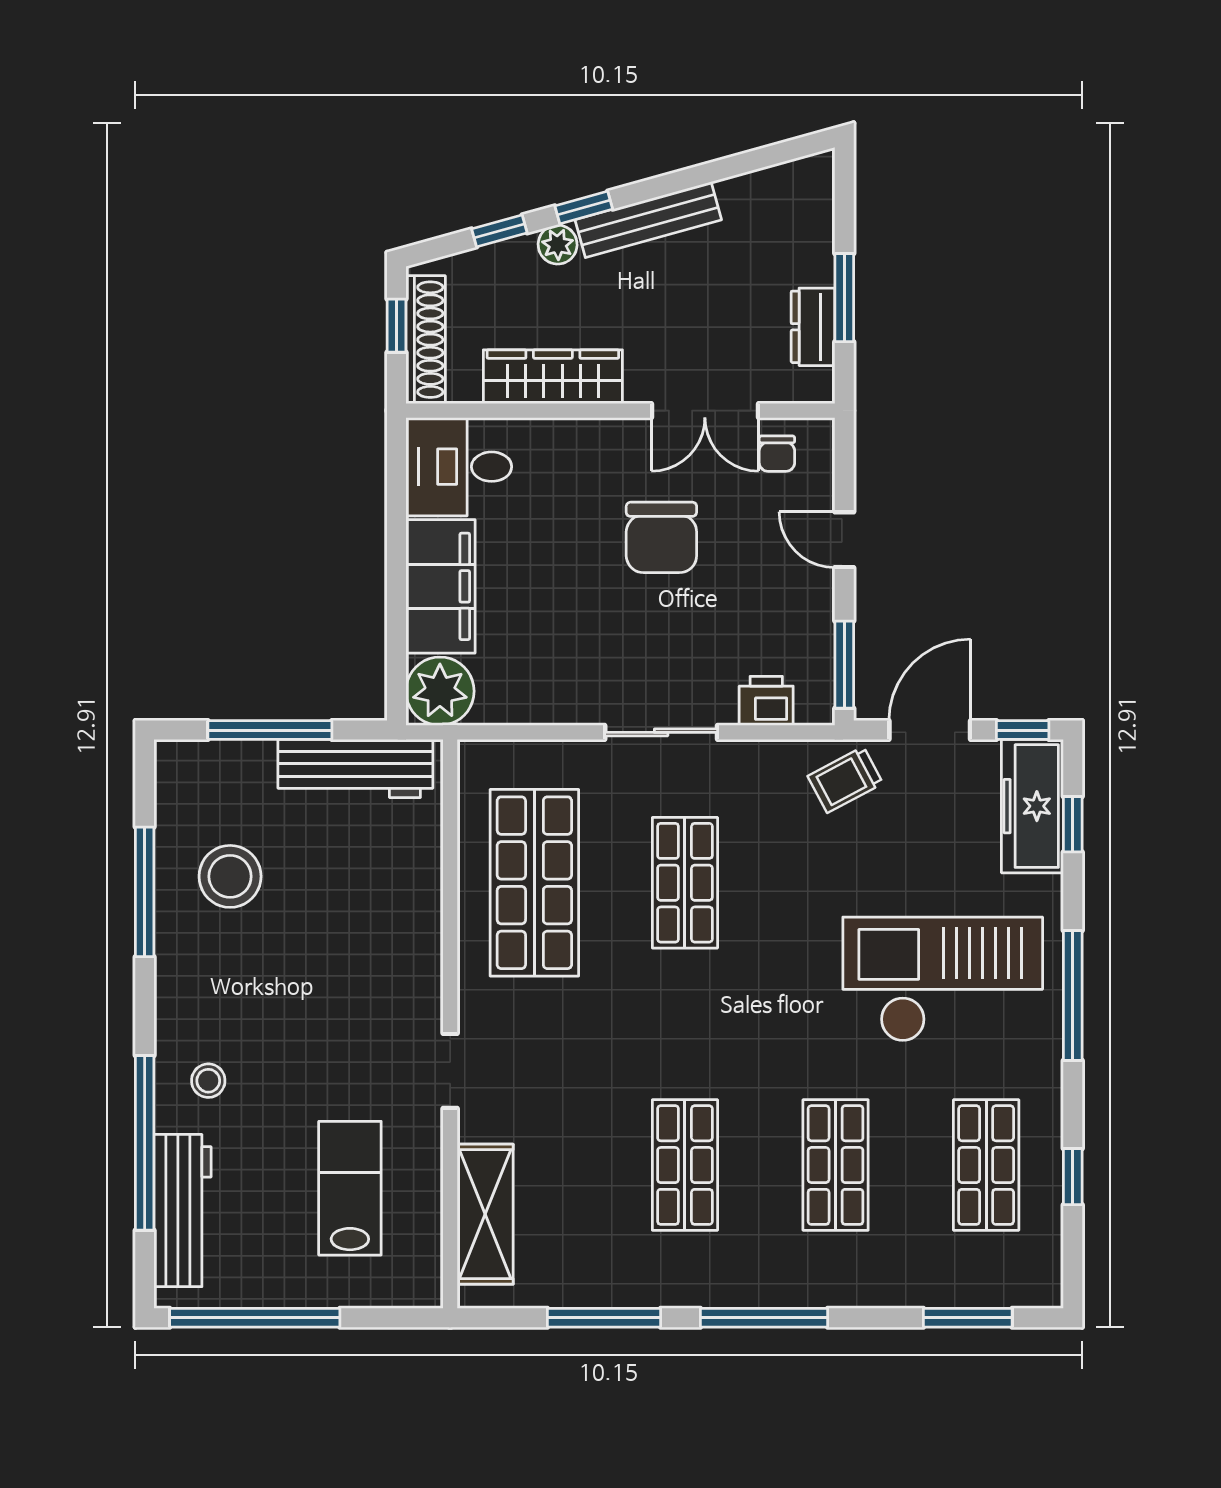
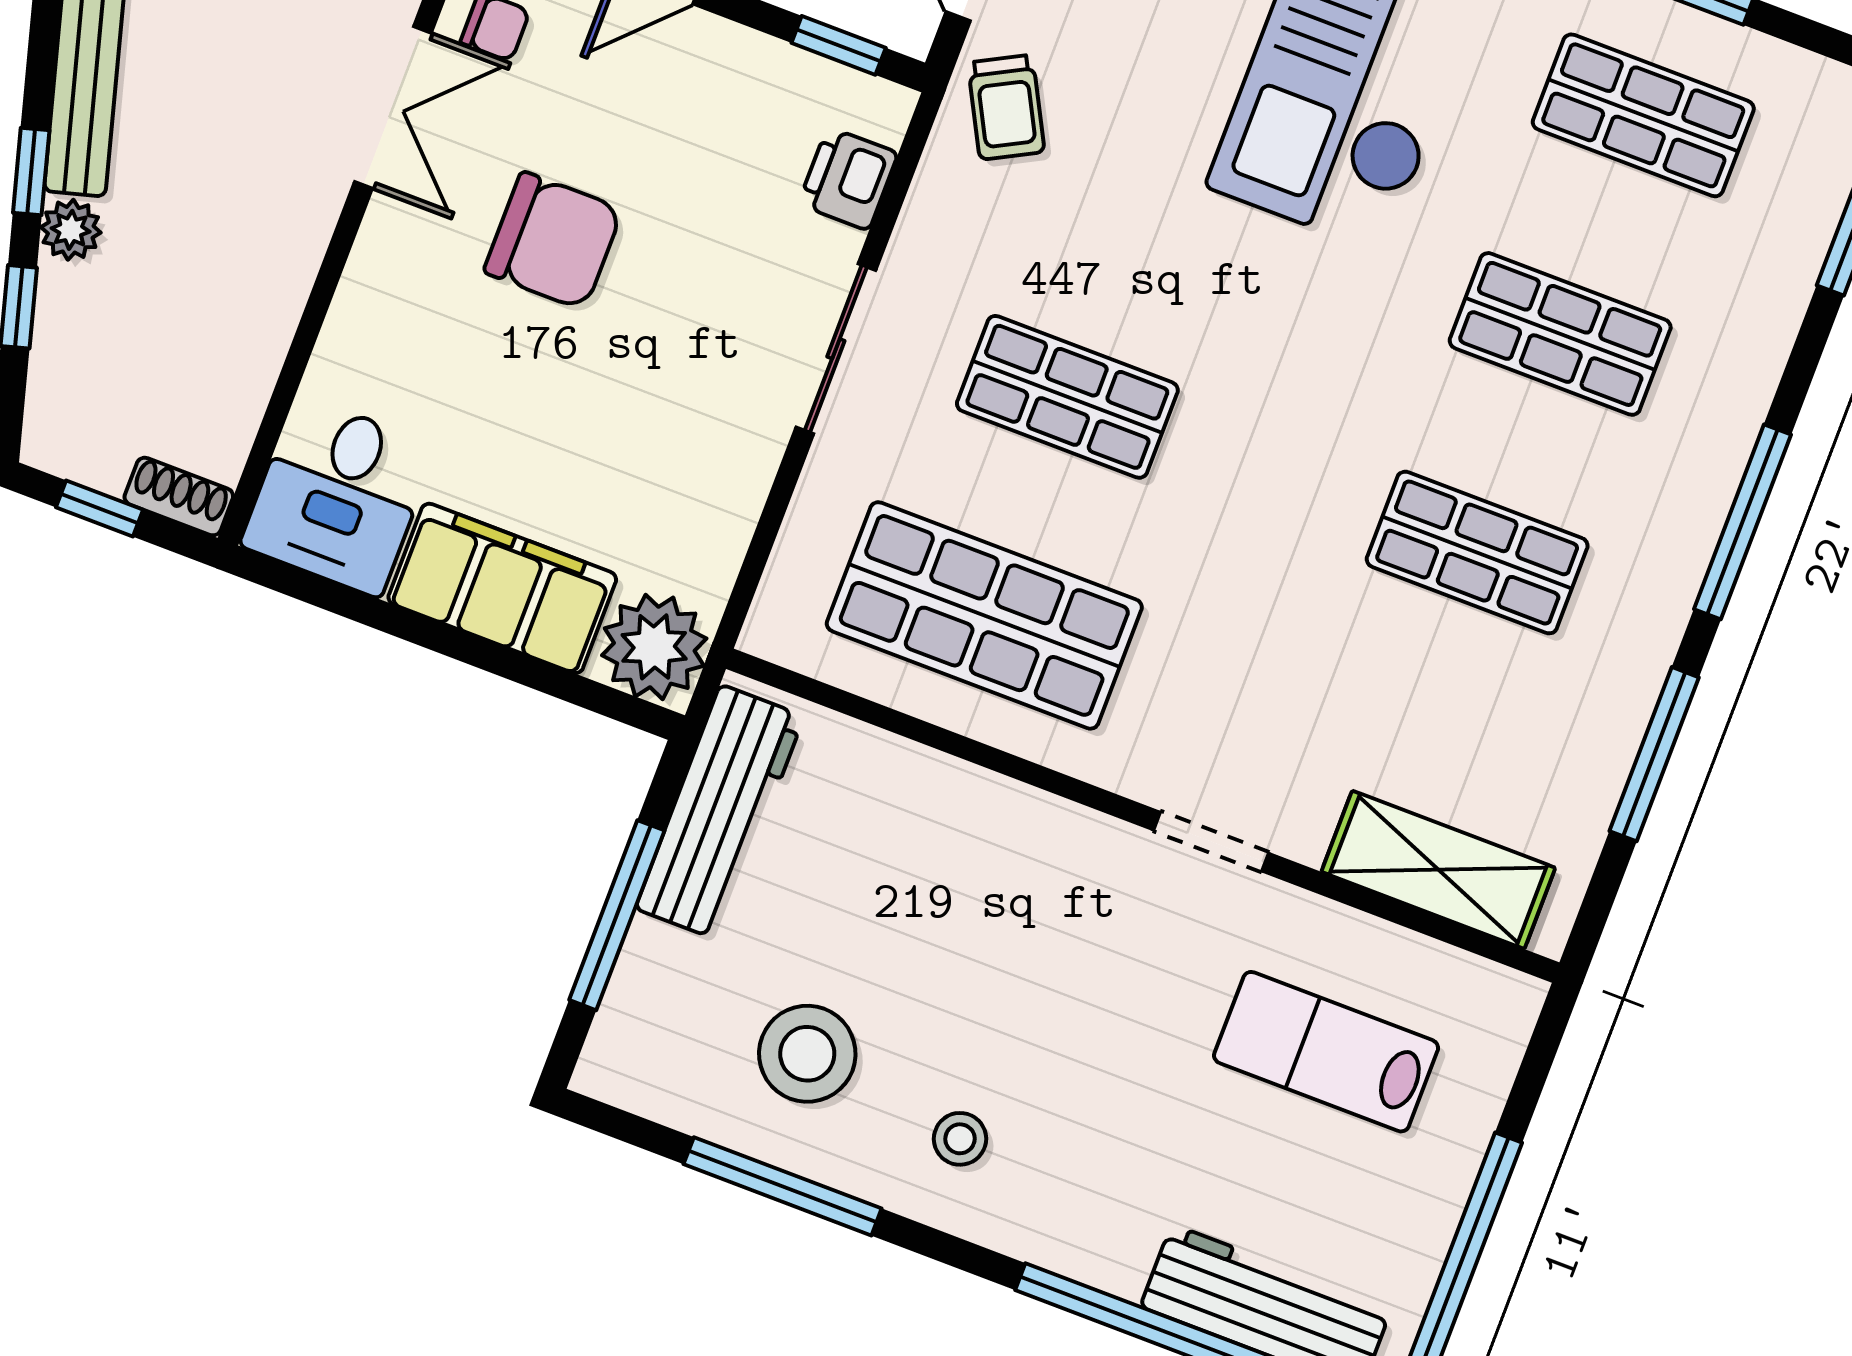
shoe rack: (426, 340) -> (179, 497), width x0.51, depth x0.81
wardrobe: (553, 377) -> (260, 310), removed
window: (844, 665) -> (839, 45), width x0.67
stool: (208, 1081) -> (960, 1139), moved

